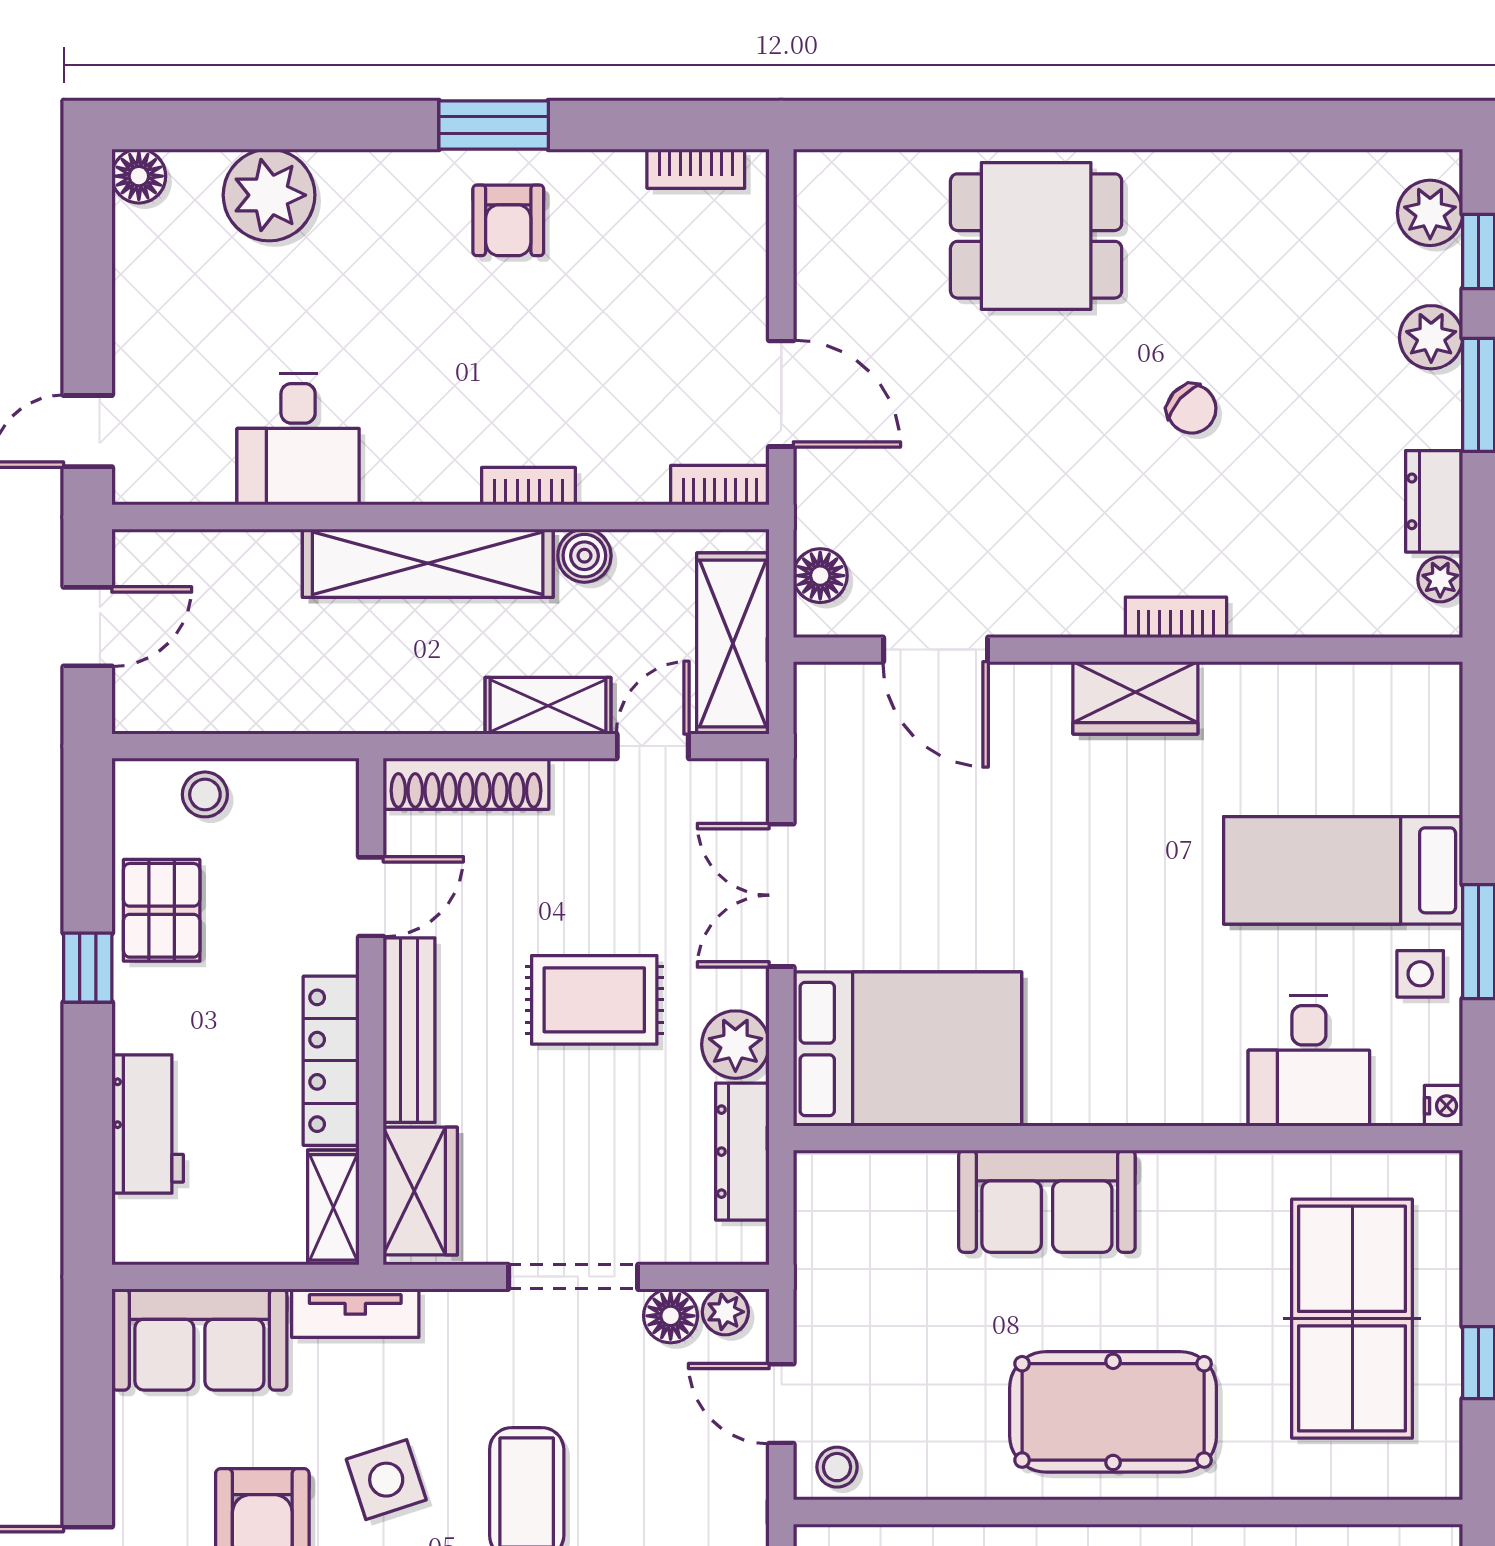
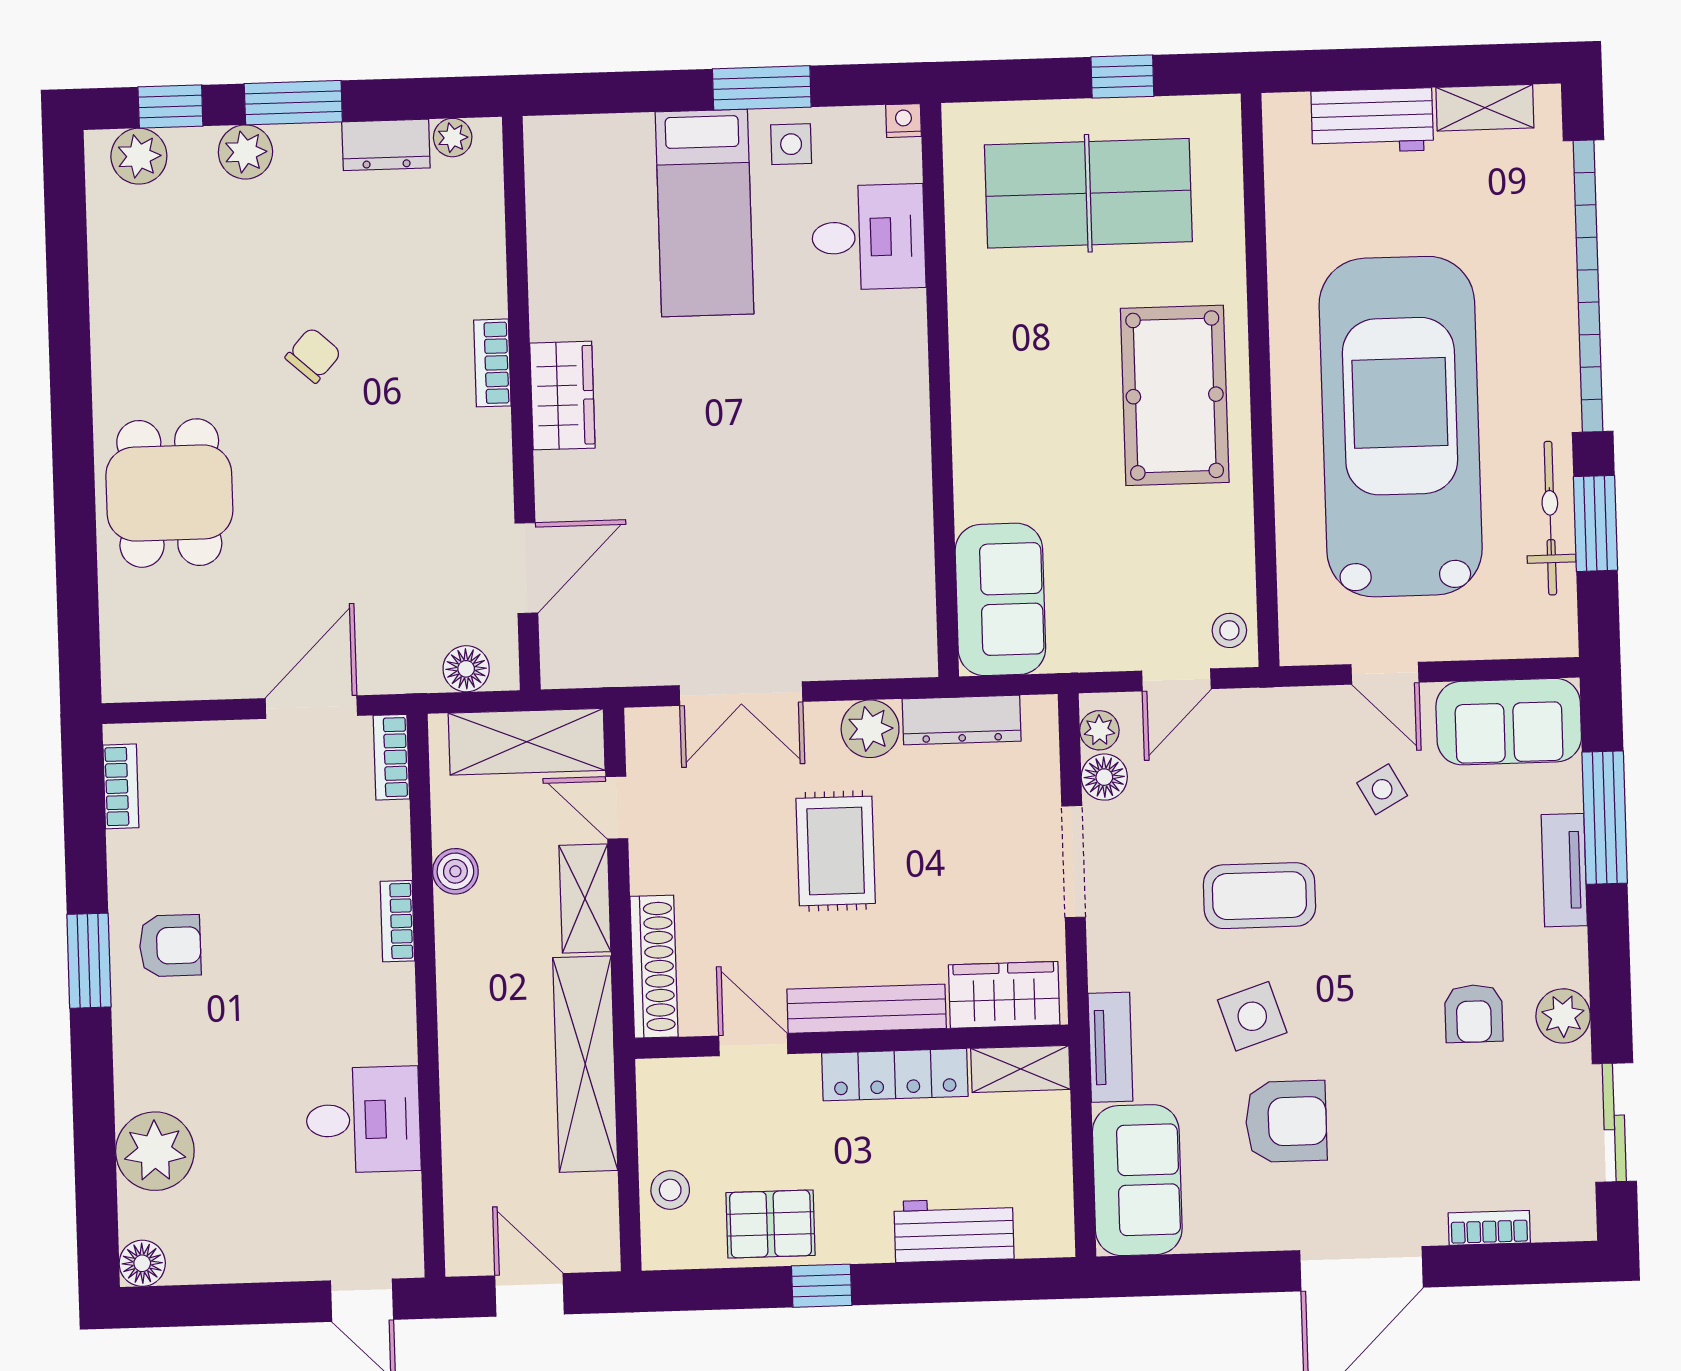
shelving: (428, 563) -> (585, 1064), moved
bed: (907, 1049) -> (869, 581), removed
sofa: (1047, 1201) -> (1000, 599), moved

